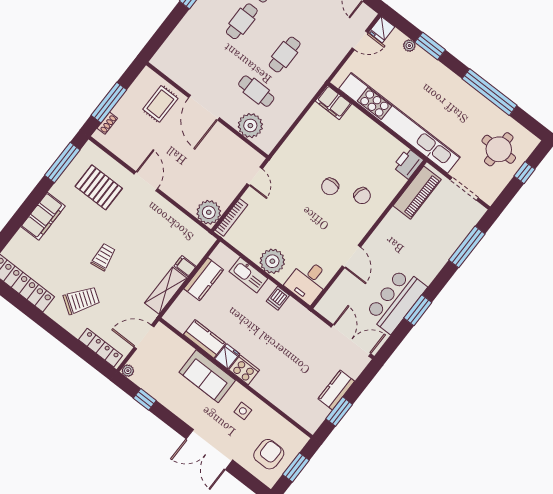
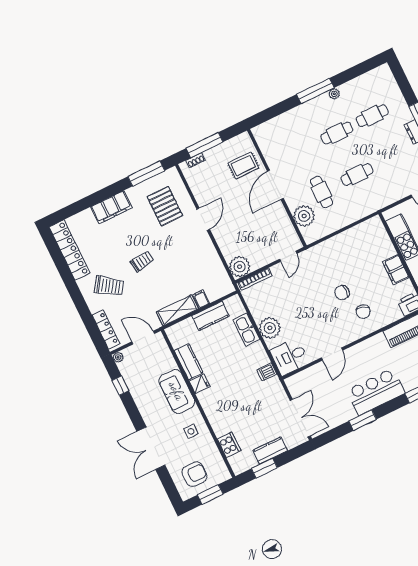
filing cabinet: (333, 102) -> (396, 270), moved
dishwasher: (278, 298) -> (267, 372), moved
bar counter: (396, 301) -> (376, 392), moved
cooker: (244, 370) -> (229, 445), moved

